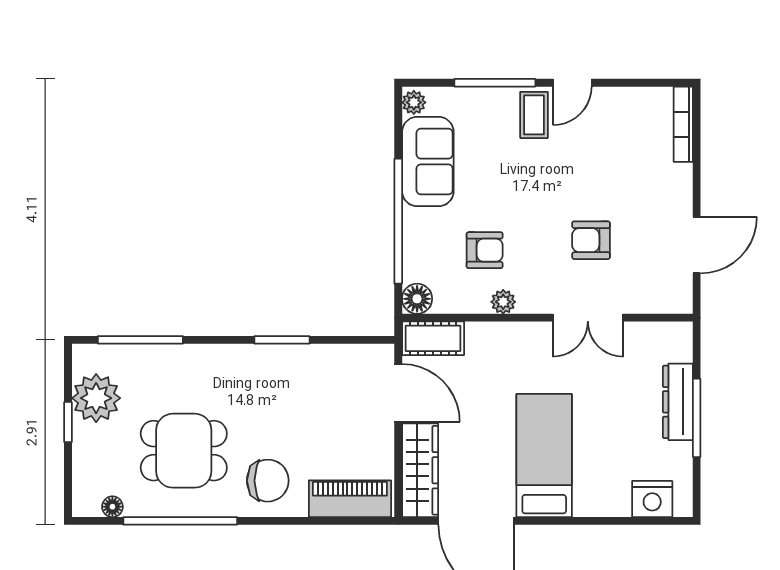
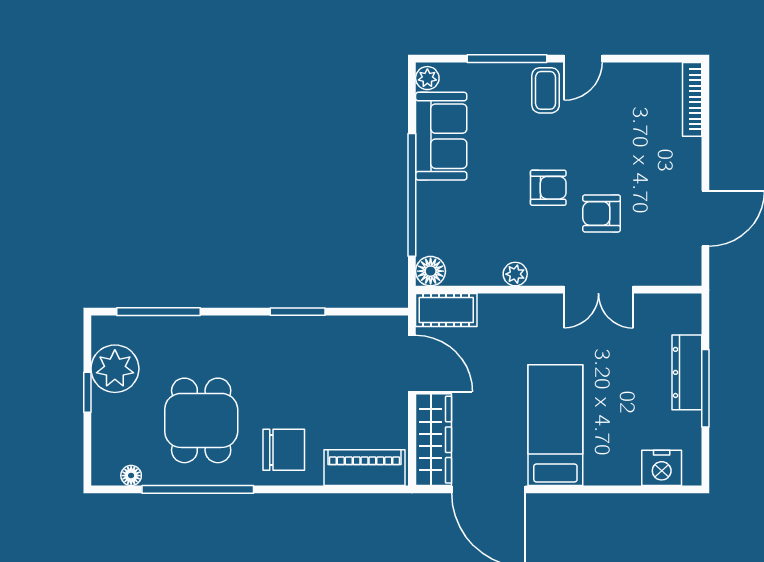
armchair: (485, 250) -> (548, 188), moved
dining table: (184, 451) -> (201, 420), turned 90

